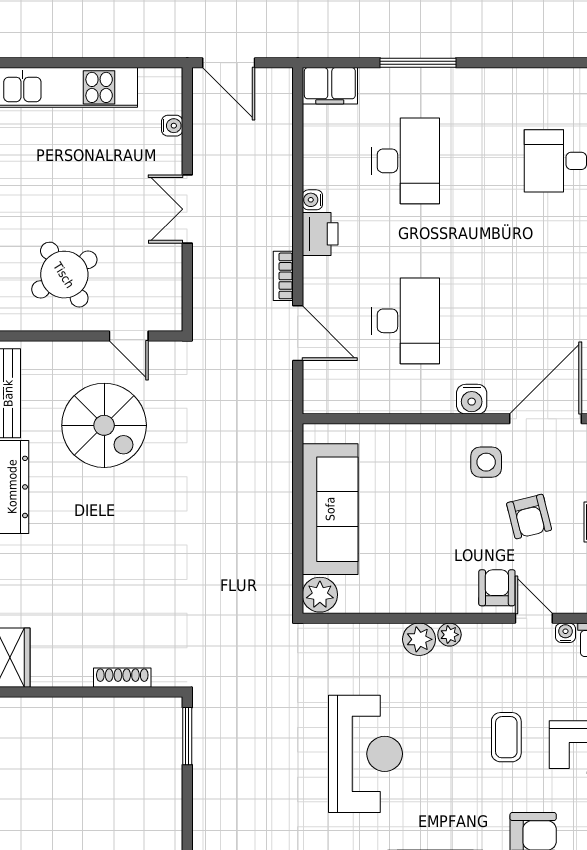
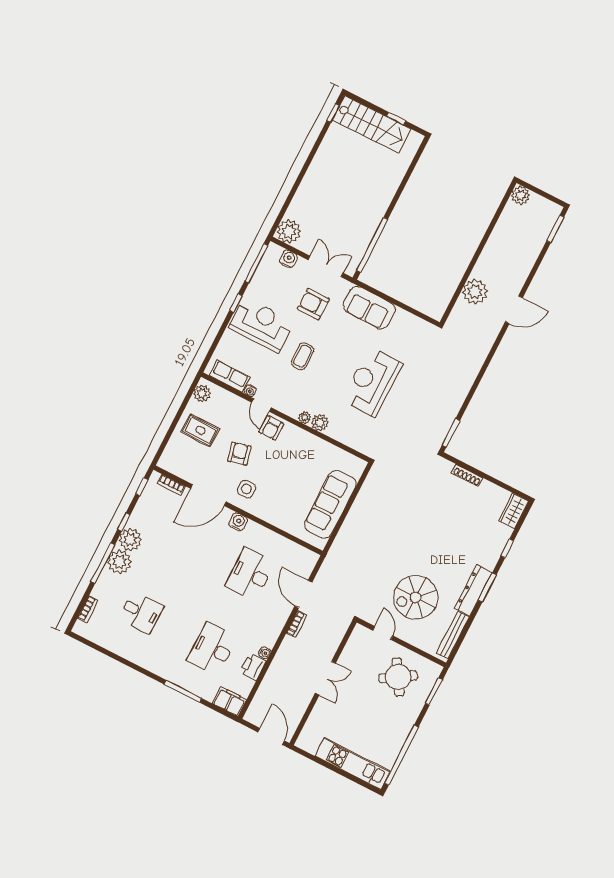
water cooler: (172, 126) -> (312, 721), removed
printer: (320, 234) -> (253, 667), moved
spiral stairs: (104, 425) -> (416, 597), turned -90
plant: (320, 595) -> (355, 467), removed

